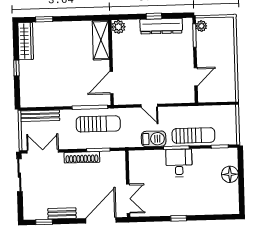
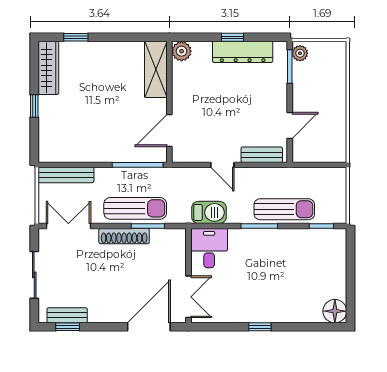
bench: (177, 98) -> (262, 155), added
sun lounger: (98, 124) -> (135, 208), moved
barbecue: (154, 139) -> (209, 212), moved
desk: (179, 163) -> (209, 248), moved
floor lamp: (230, 174) -> (335, 311), moved
sliding door: (19, 175) -> (34, 275), moved
bench: (62, 213) -> (67, 315), moved

